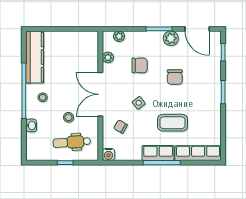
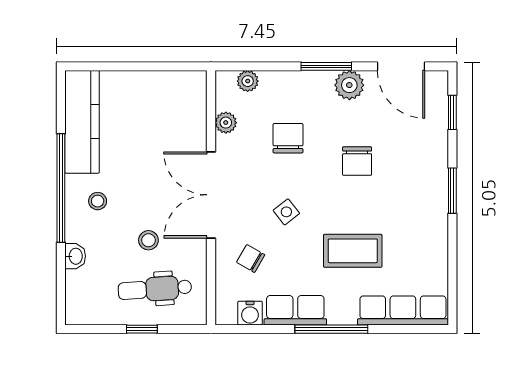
chair: (140, 65) -> (288, 138), turned -90
row of seats: (158, 153) -> (295, 310), moved
water cooler: (109, 154) -> (250, 313), moved

